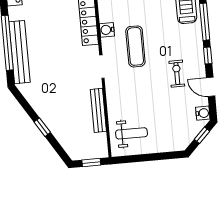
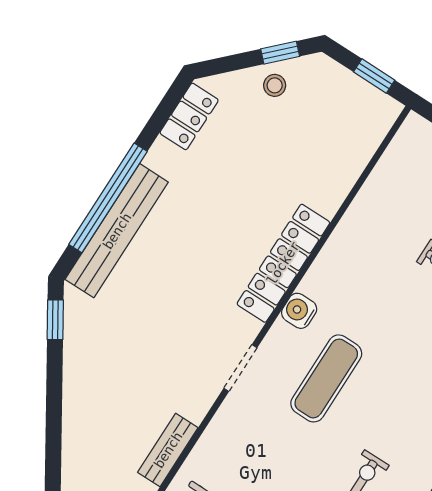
bench: (98, 110) -> (168, 450), width x0.73
window: (42, 127) -> (55, 320), moved

